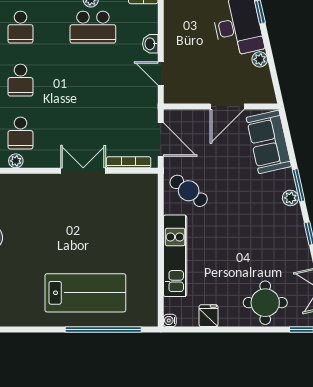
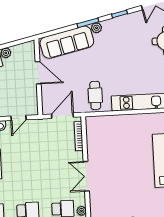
sofa: (269, 142) -> (67, 42), width x1.36
double door: (83, 171) -> (86, 176), moved
cafe table: (189, 191) -> (95, 95), turned -37

